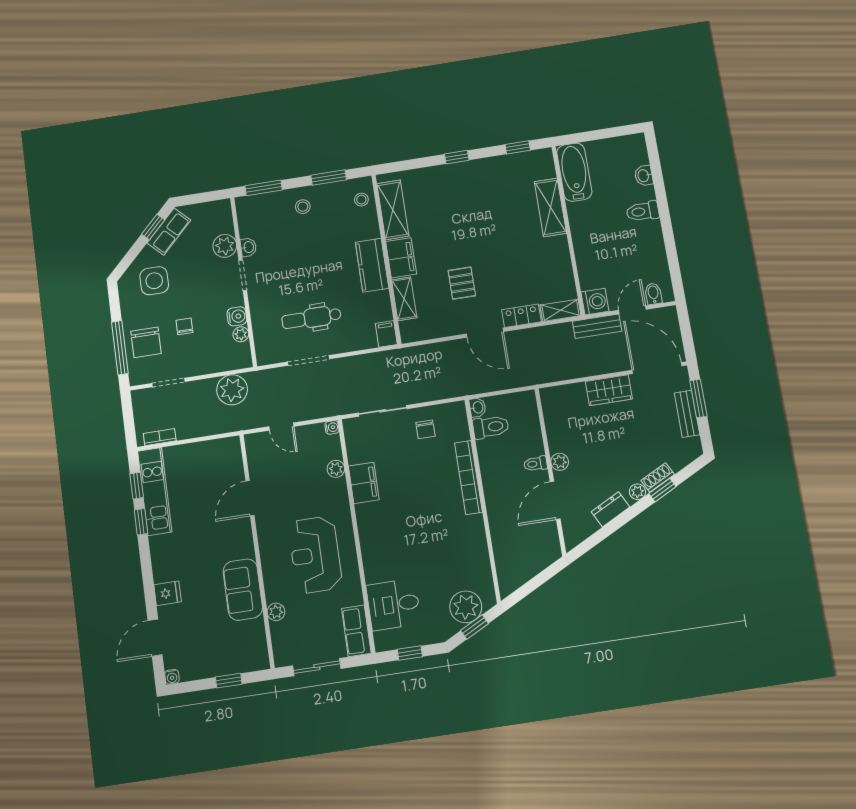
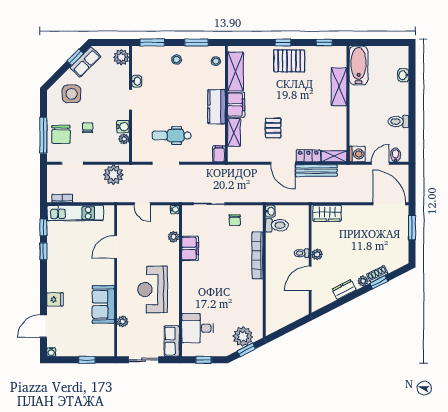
pallet: (470, 182) -> (289, 61), added
toilet: (643, 211) -> (398, 122), moved
plant: (225, 246) -> (121, 57), moved
bench: (597, 326) -> (316, 171), moved, width x1.36
wardrobe: (609, 390) -> (327, 213), moved
bench: (687, 414) -> (403, 236), removed
kitchen unit: (155, 491) -> (75, 213), moved, turned 90

